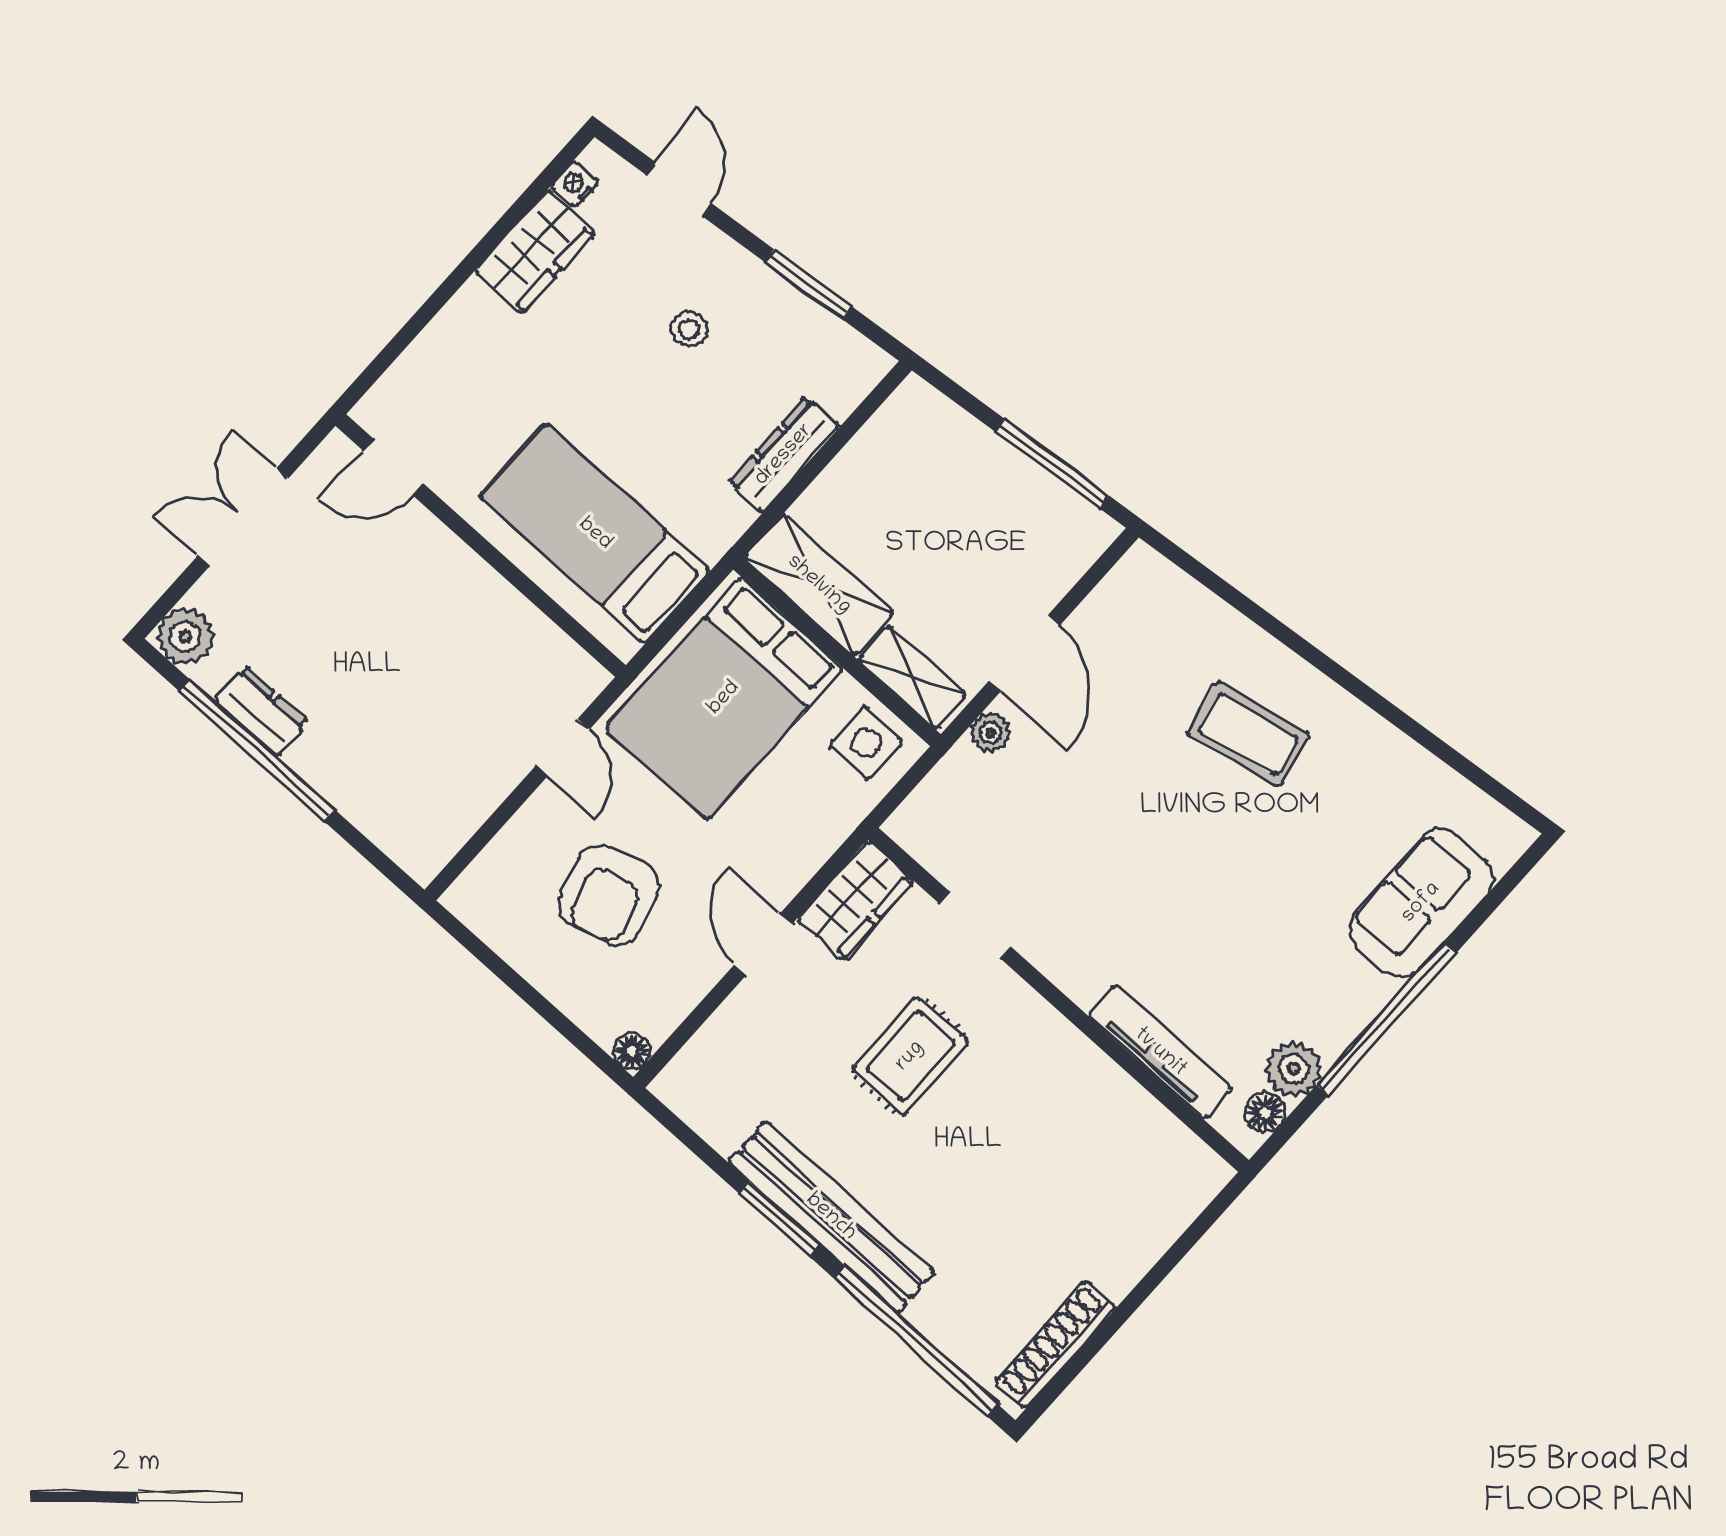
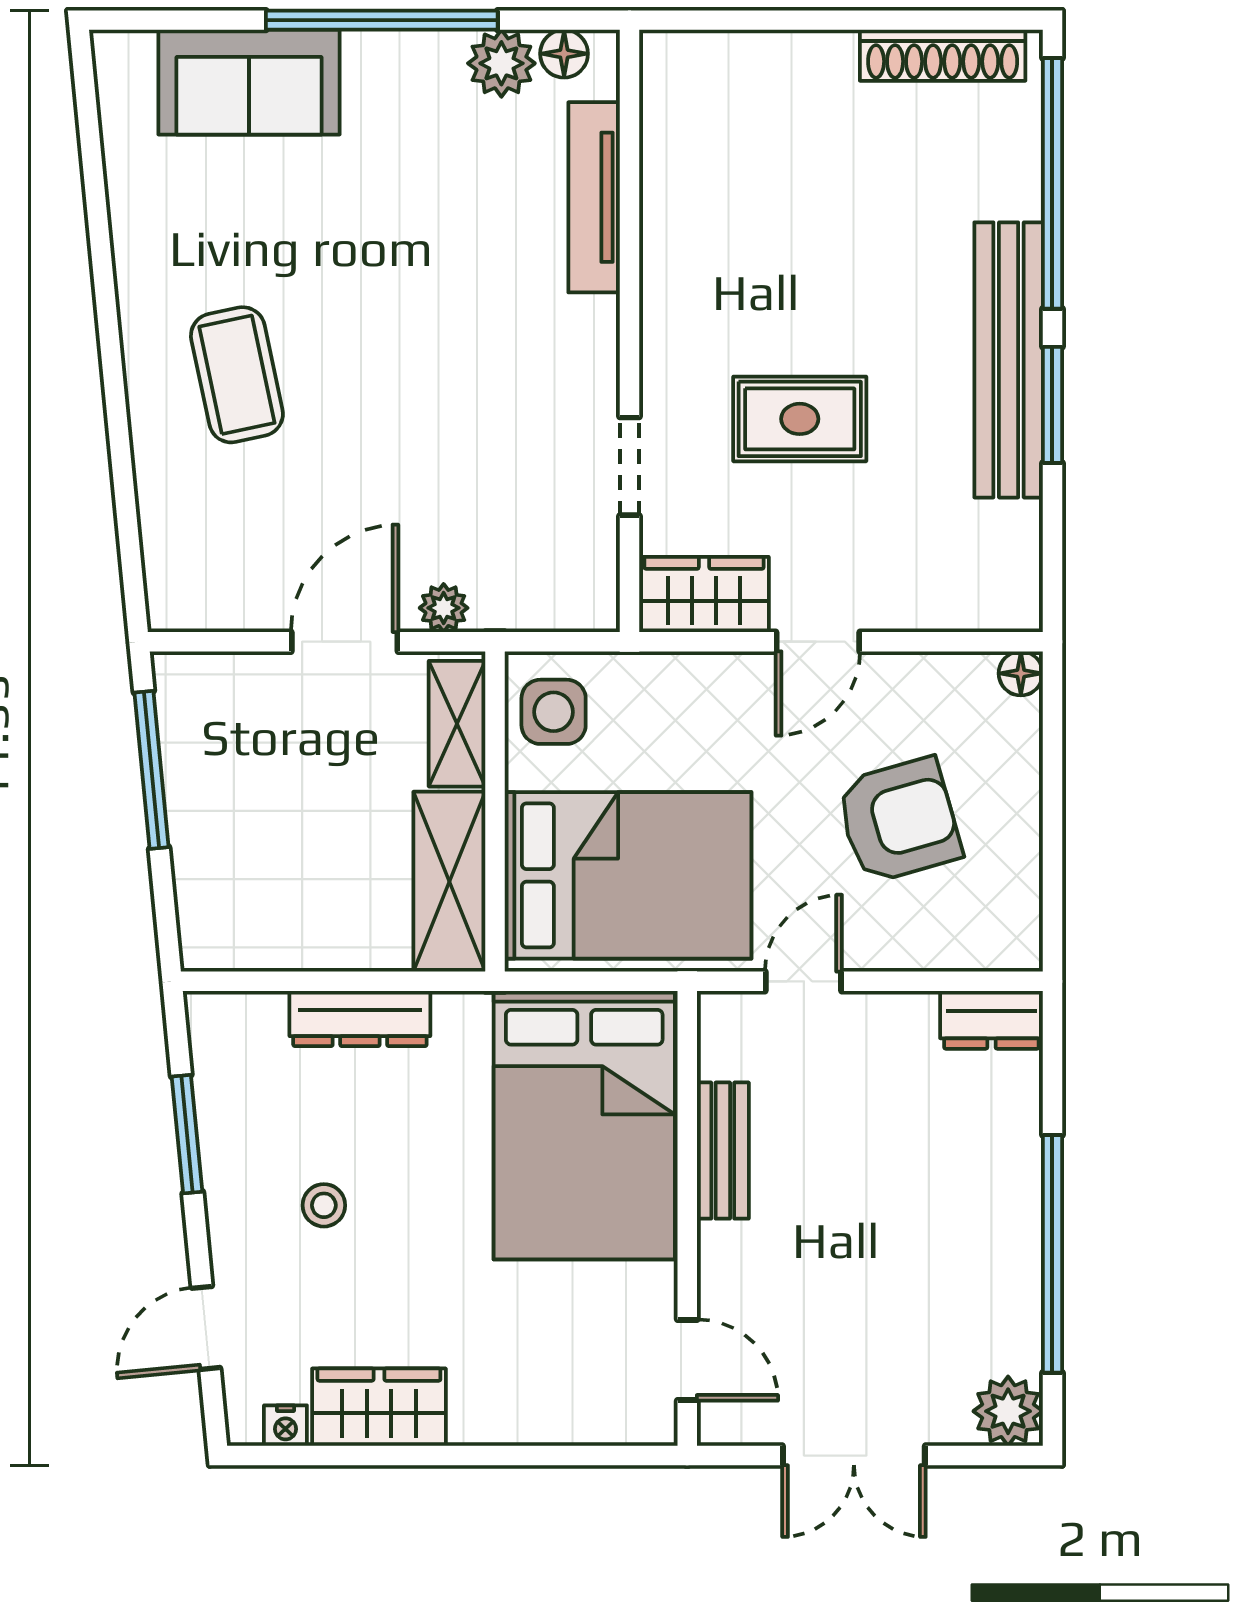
bed: (595, 534) -> (584, 1125), width x1.50
bench: (503, 605) -> (723, 1151), added
dresser: (261, 711) -> (991, 1020), moved, turned -90

